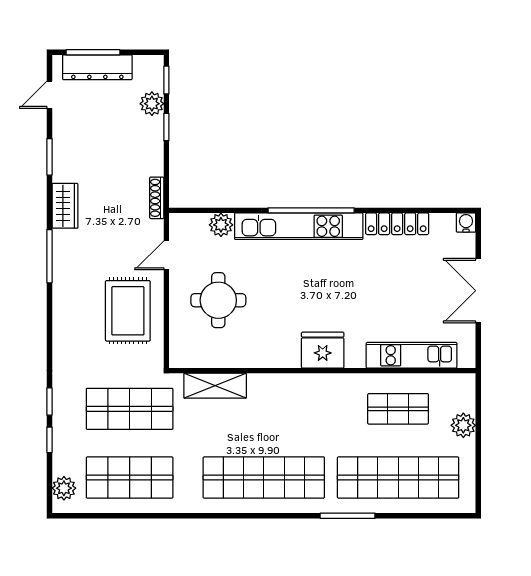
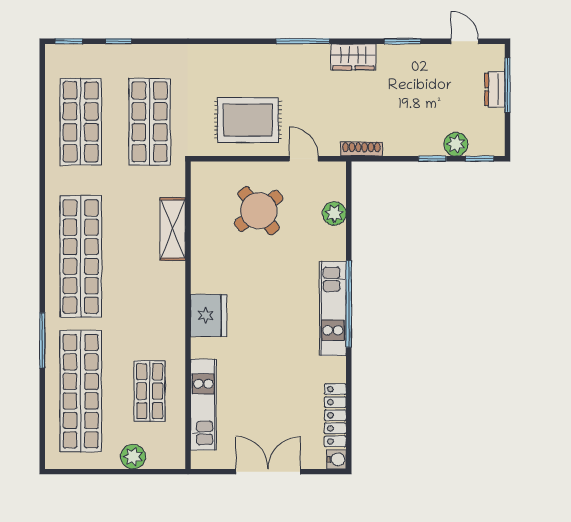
dresser: (97, 67) -> (495, 89), width x0.51, depth x0.80
locker: (397, 224) -> (335, 415), moved
kitchen unit: (299, 226) -> (333, 309), width x0.73
round table: (218, 300) -> (259, 211), turned -38
shelving: (215, 386) -> (173, 229), moved
window: (49, 402) -> (69, 41), moved
plant: (64, 488) -> (70, 56), removed

